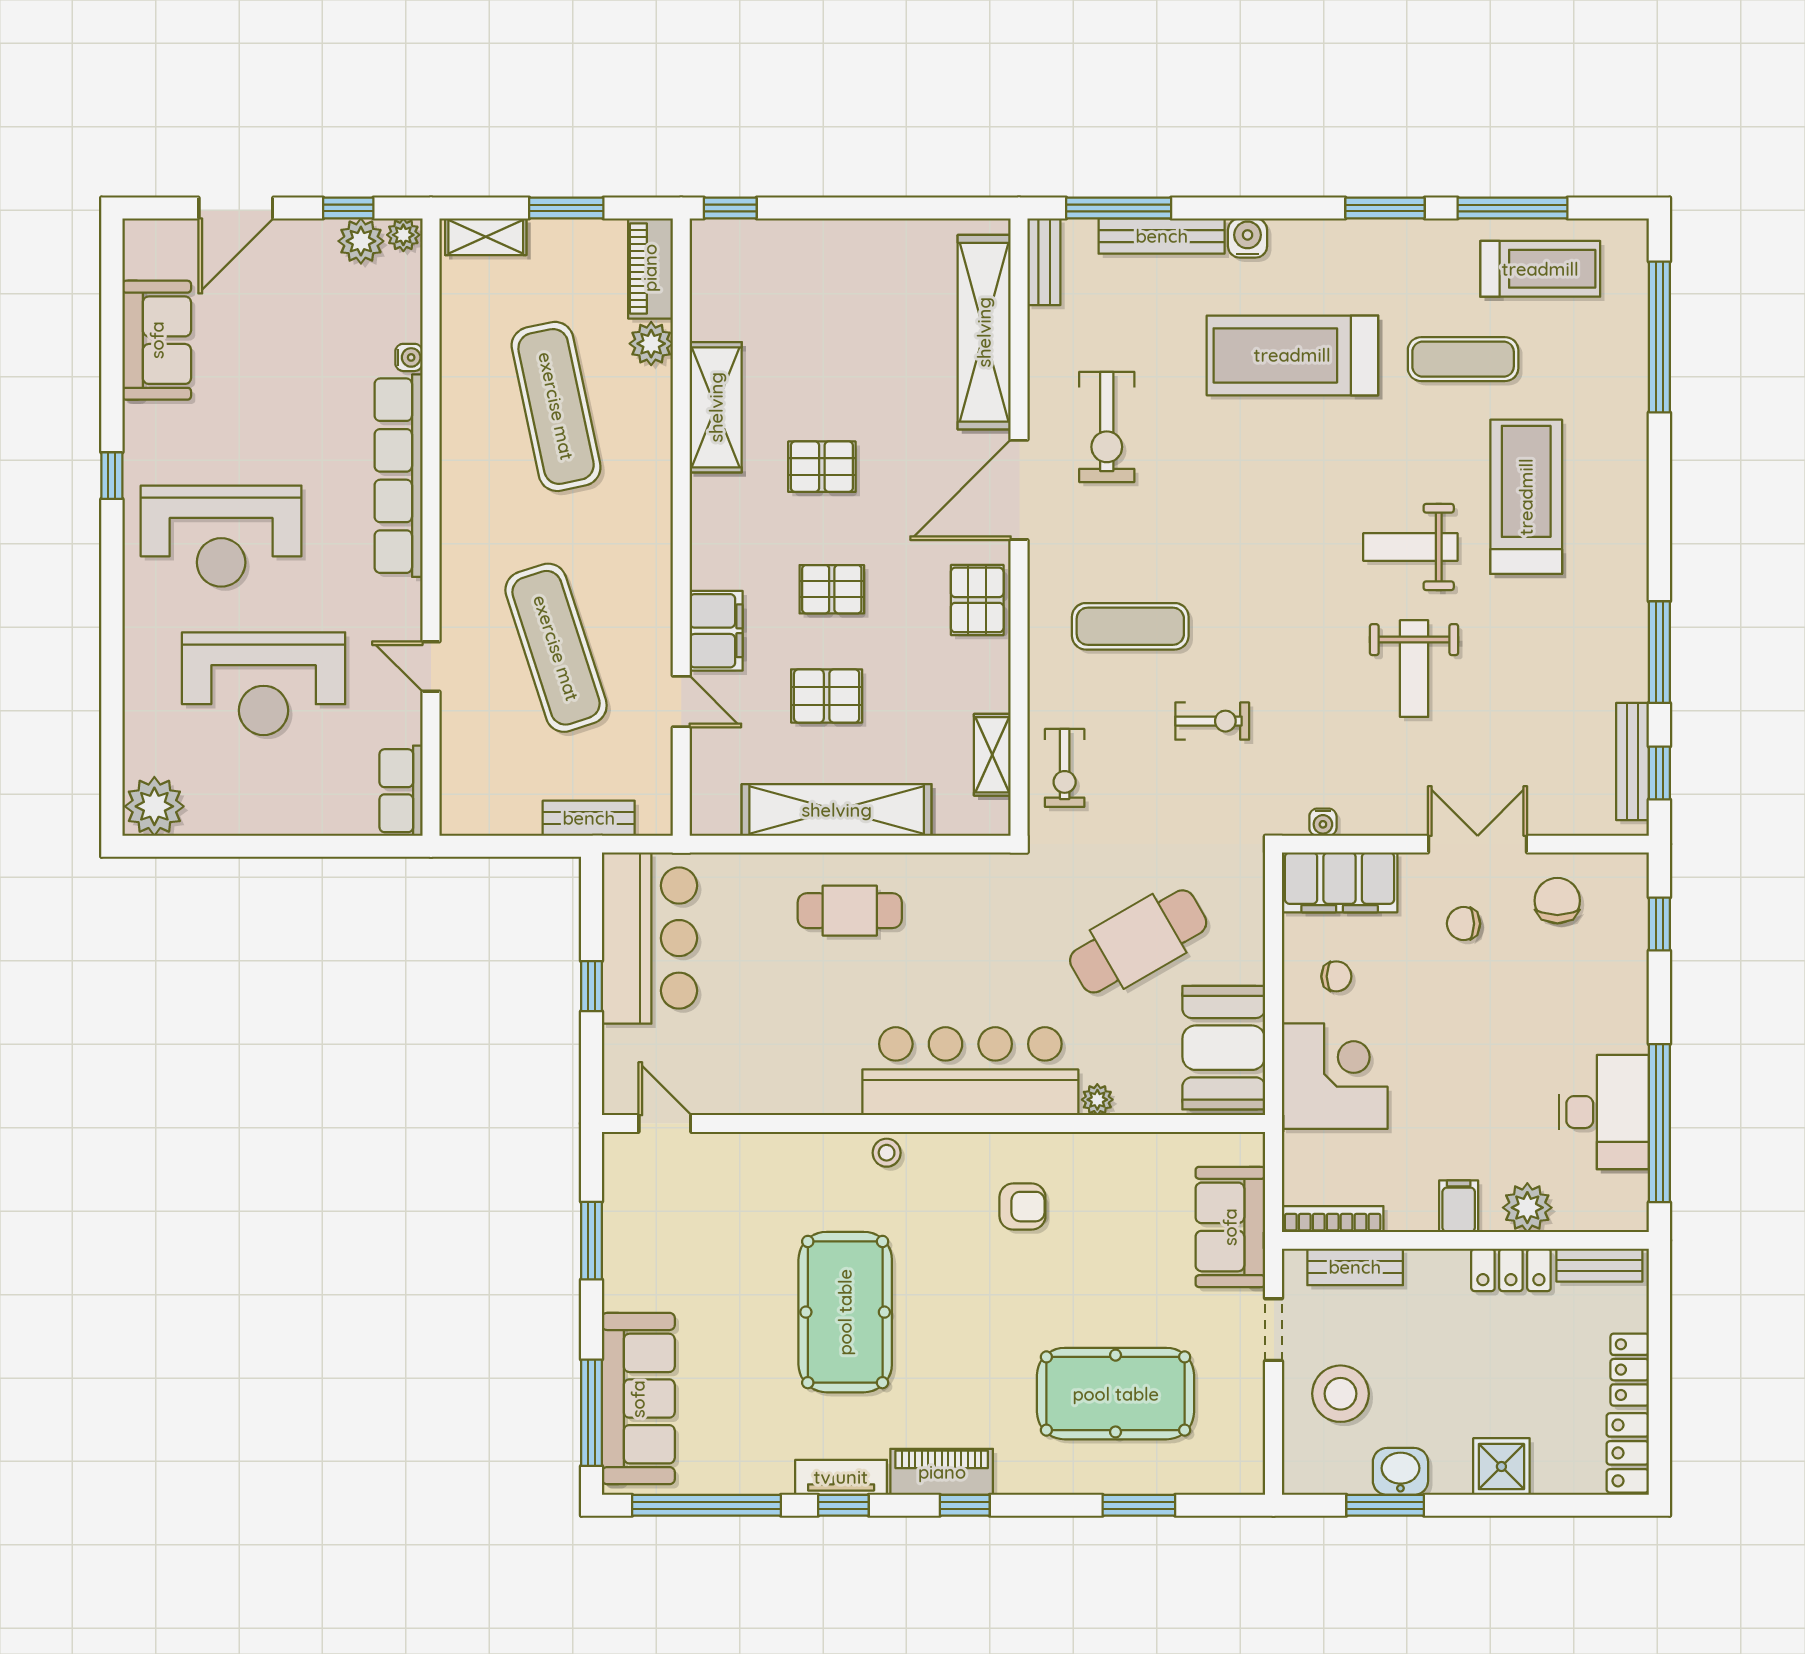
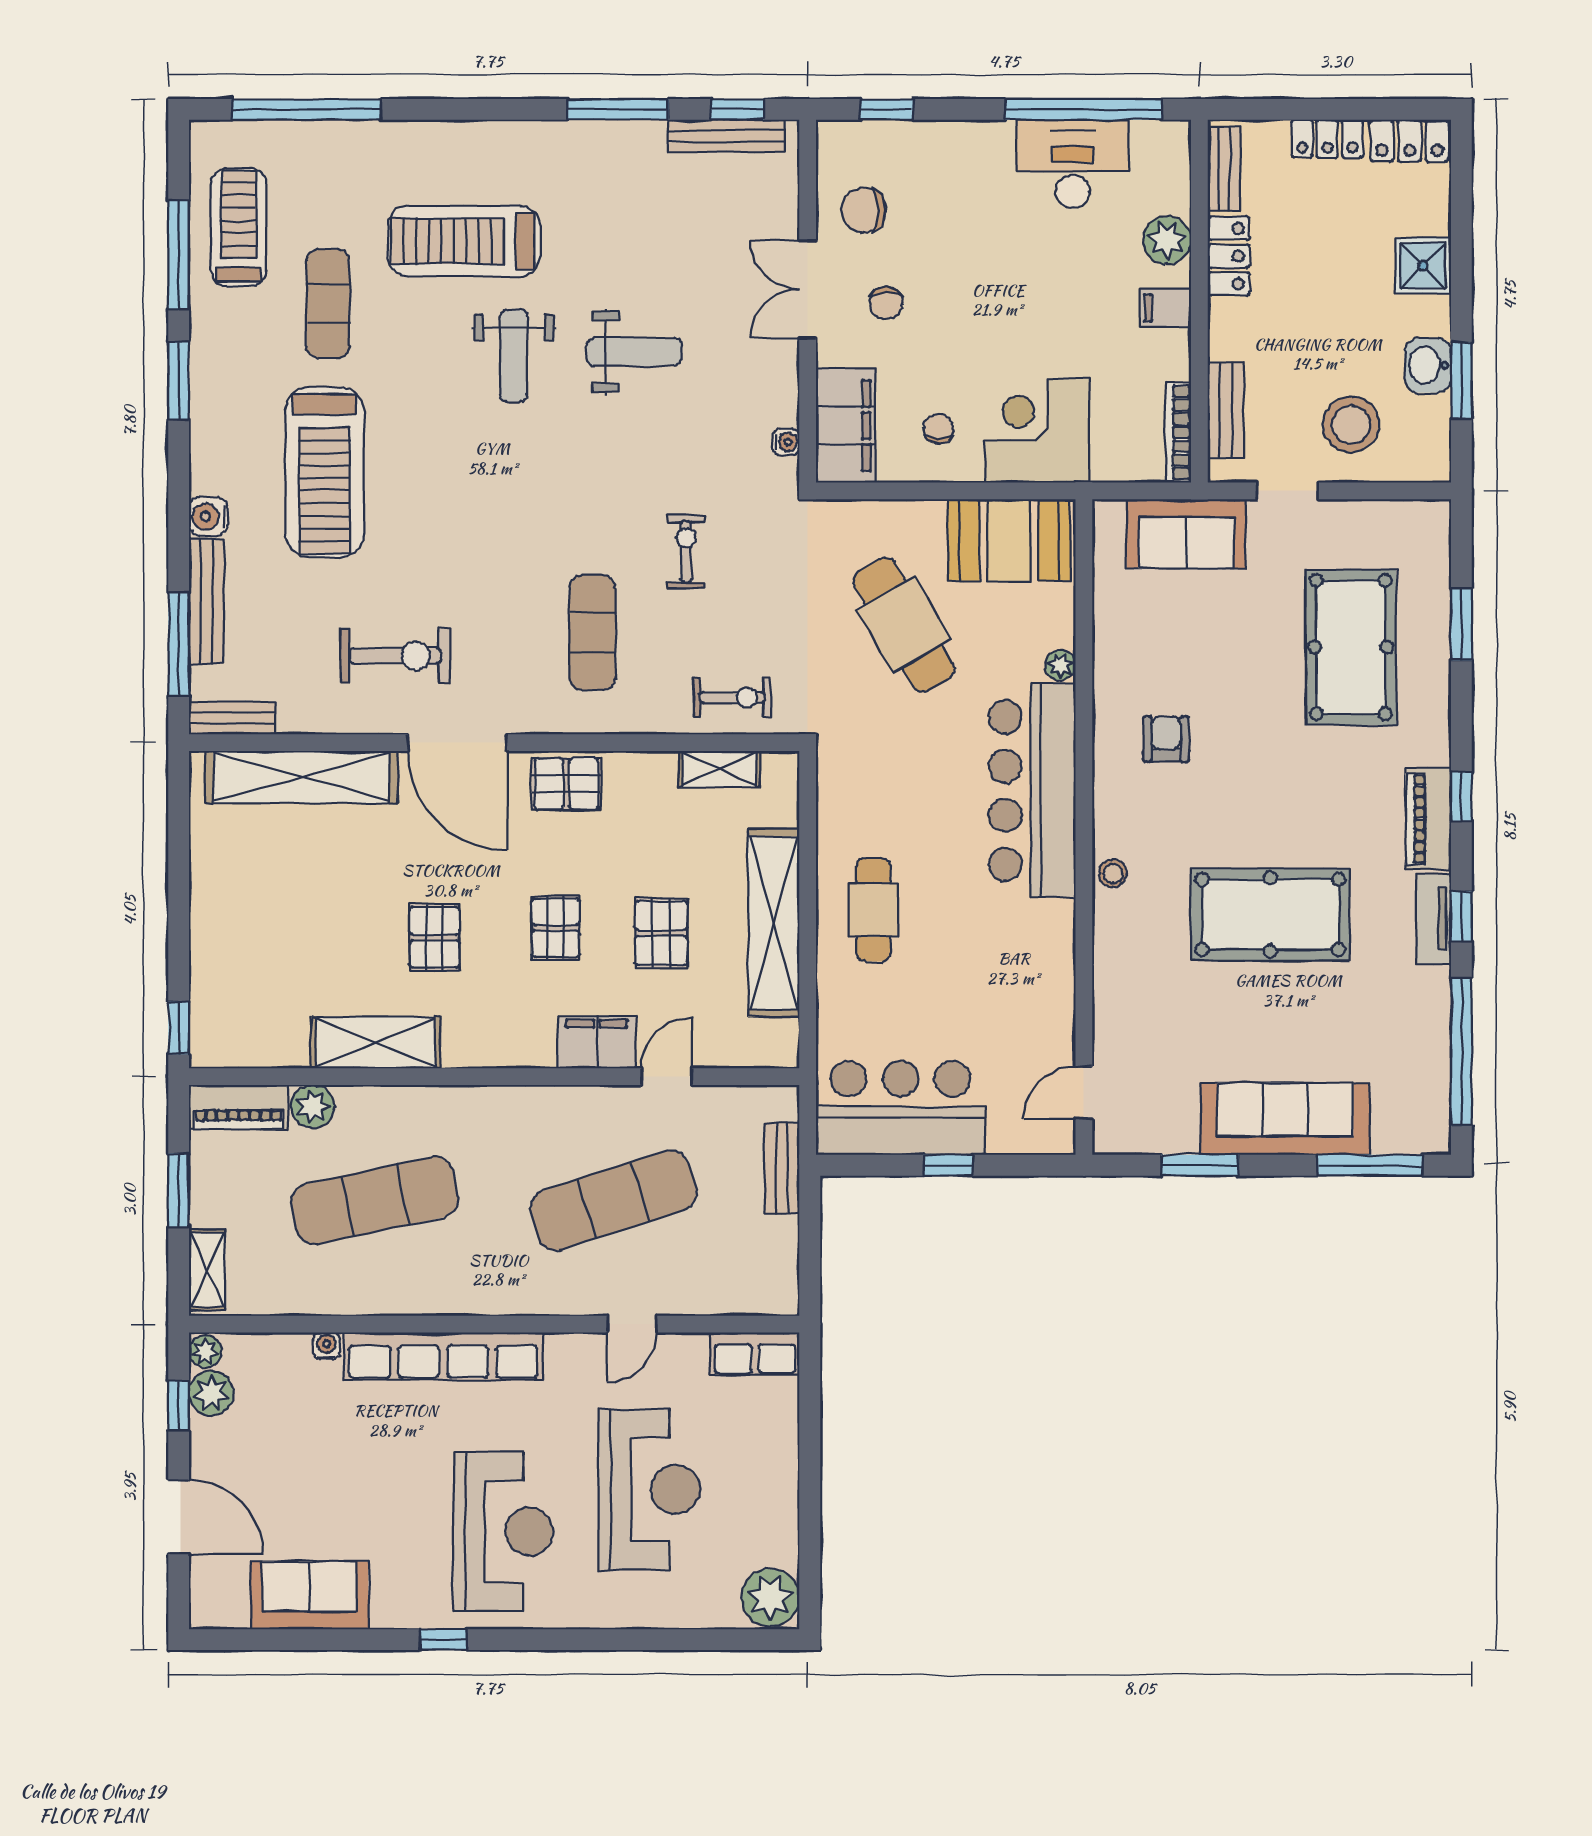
sofa: (638, 1399) -> (1285, 1119), moved

